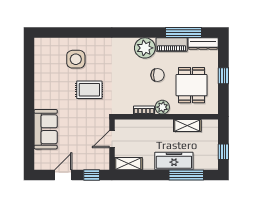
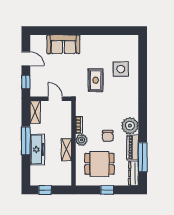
shelving: (187, 125) -> (66, 150), moved
window: (186, 175) -> (26, 141), moved

